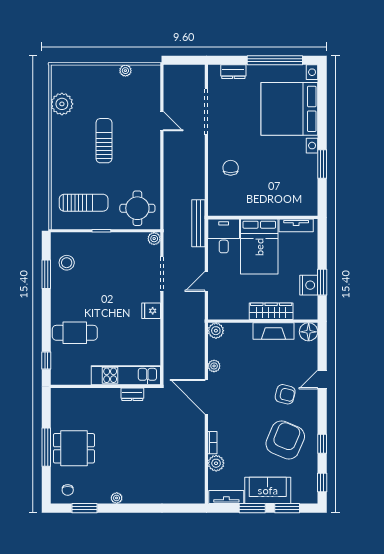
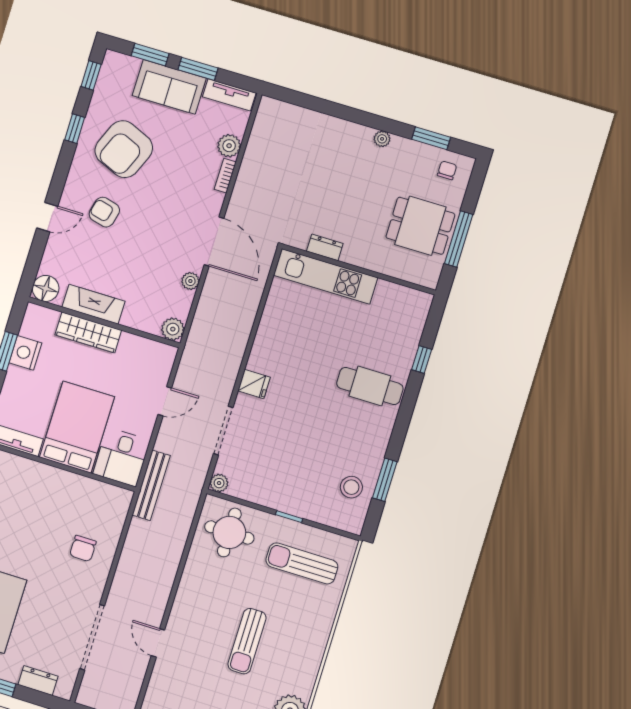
kitchen unit: (126, 375) -> (326, 276), moved
wall: (106, 386) -> (359, 269), moved
dresser: (132, 394) -> (325, 247), moved

